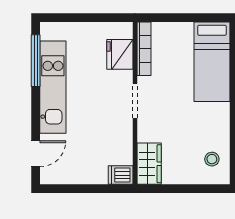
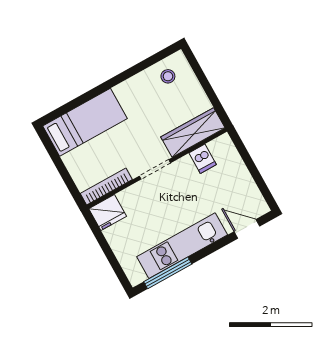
fridge: (120, 54) -> (108, 212), moved
wardrobe: (149, 164) -> (193, 132), width x1.50
dishwasher: (121, 175) -> (203, 159), moved

